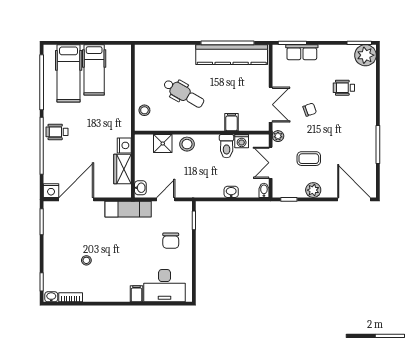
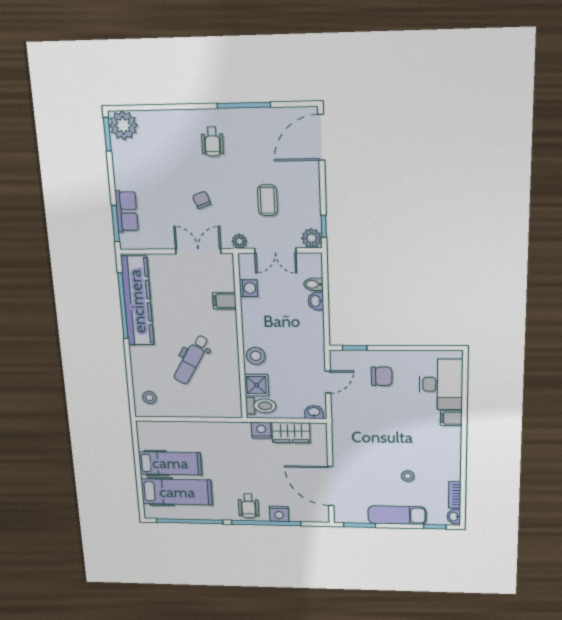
wheelchair: (344, 88) -> (212, 142), moved
dental chair: (184, 93) -> (192, 360), turned 180
stool: (144, 110) -> (149, 397), moved
toilet: (227, 146) -> (261, 406), moved
bidet: (264, 190) -> (313, 284), moved
plant: (313, 190) -> (312, 238), moved
nightstand: (51, 191) -> (279, 514), moved, turned 90
door: (166, 199) -> (328, 382), swing flipped
exam couch: (128, 209) -> (397, 515), moved, turned -90

